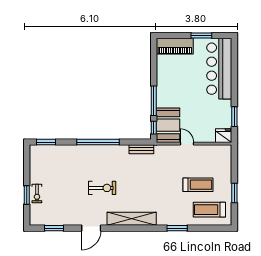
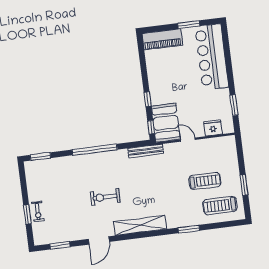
window: (154, 101) -> (148, 99), width x0.46
fridge: (224, 136) -> (213, 128), moved
bench: (141, 149) -> (146, 151), width x1.36
exercise bike: (102, 188) -> (105, 197), turned 180

